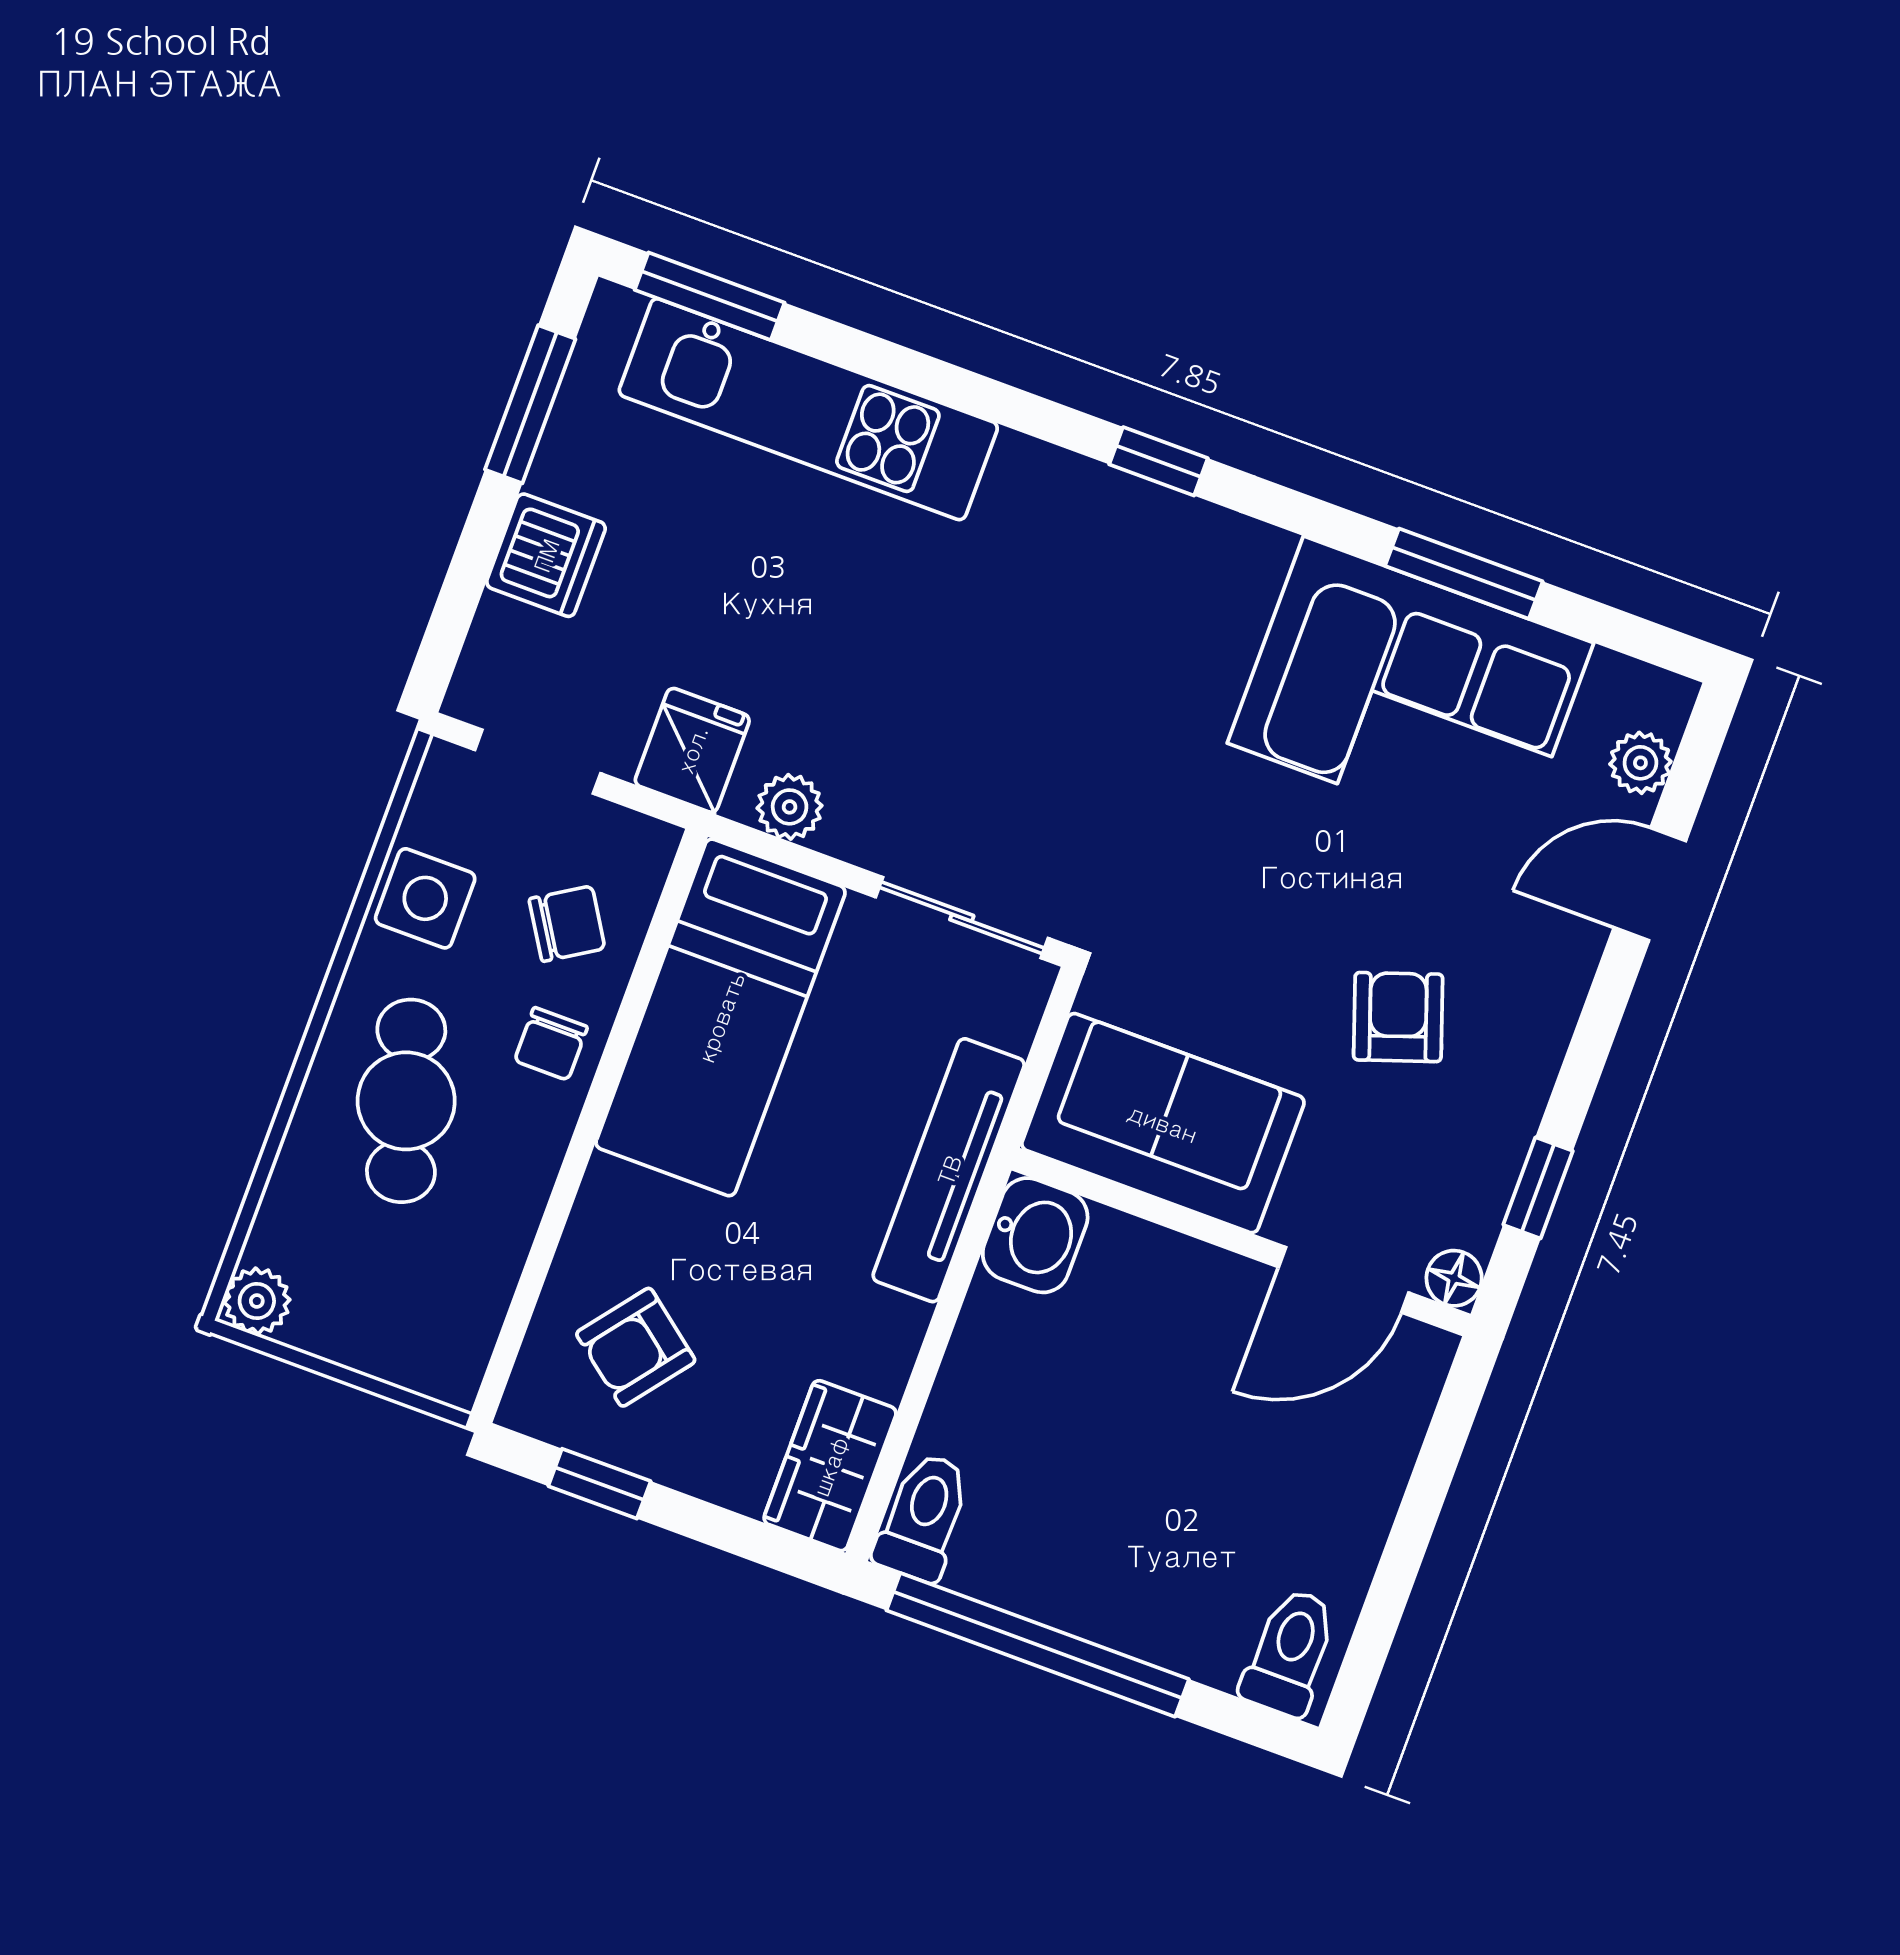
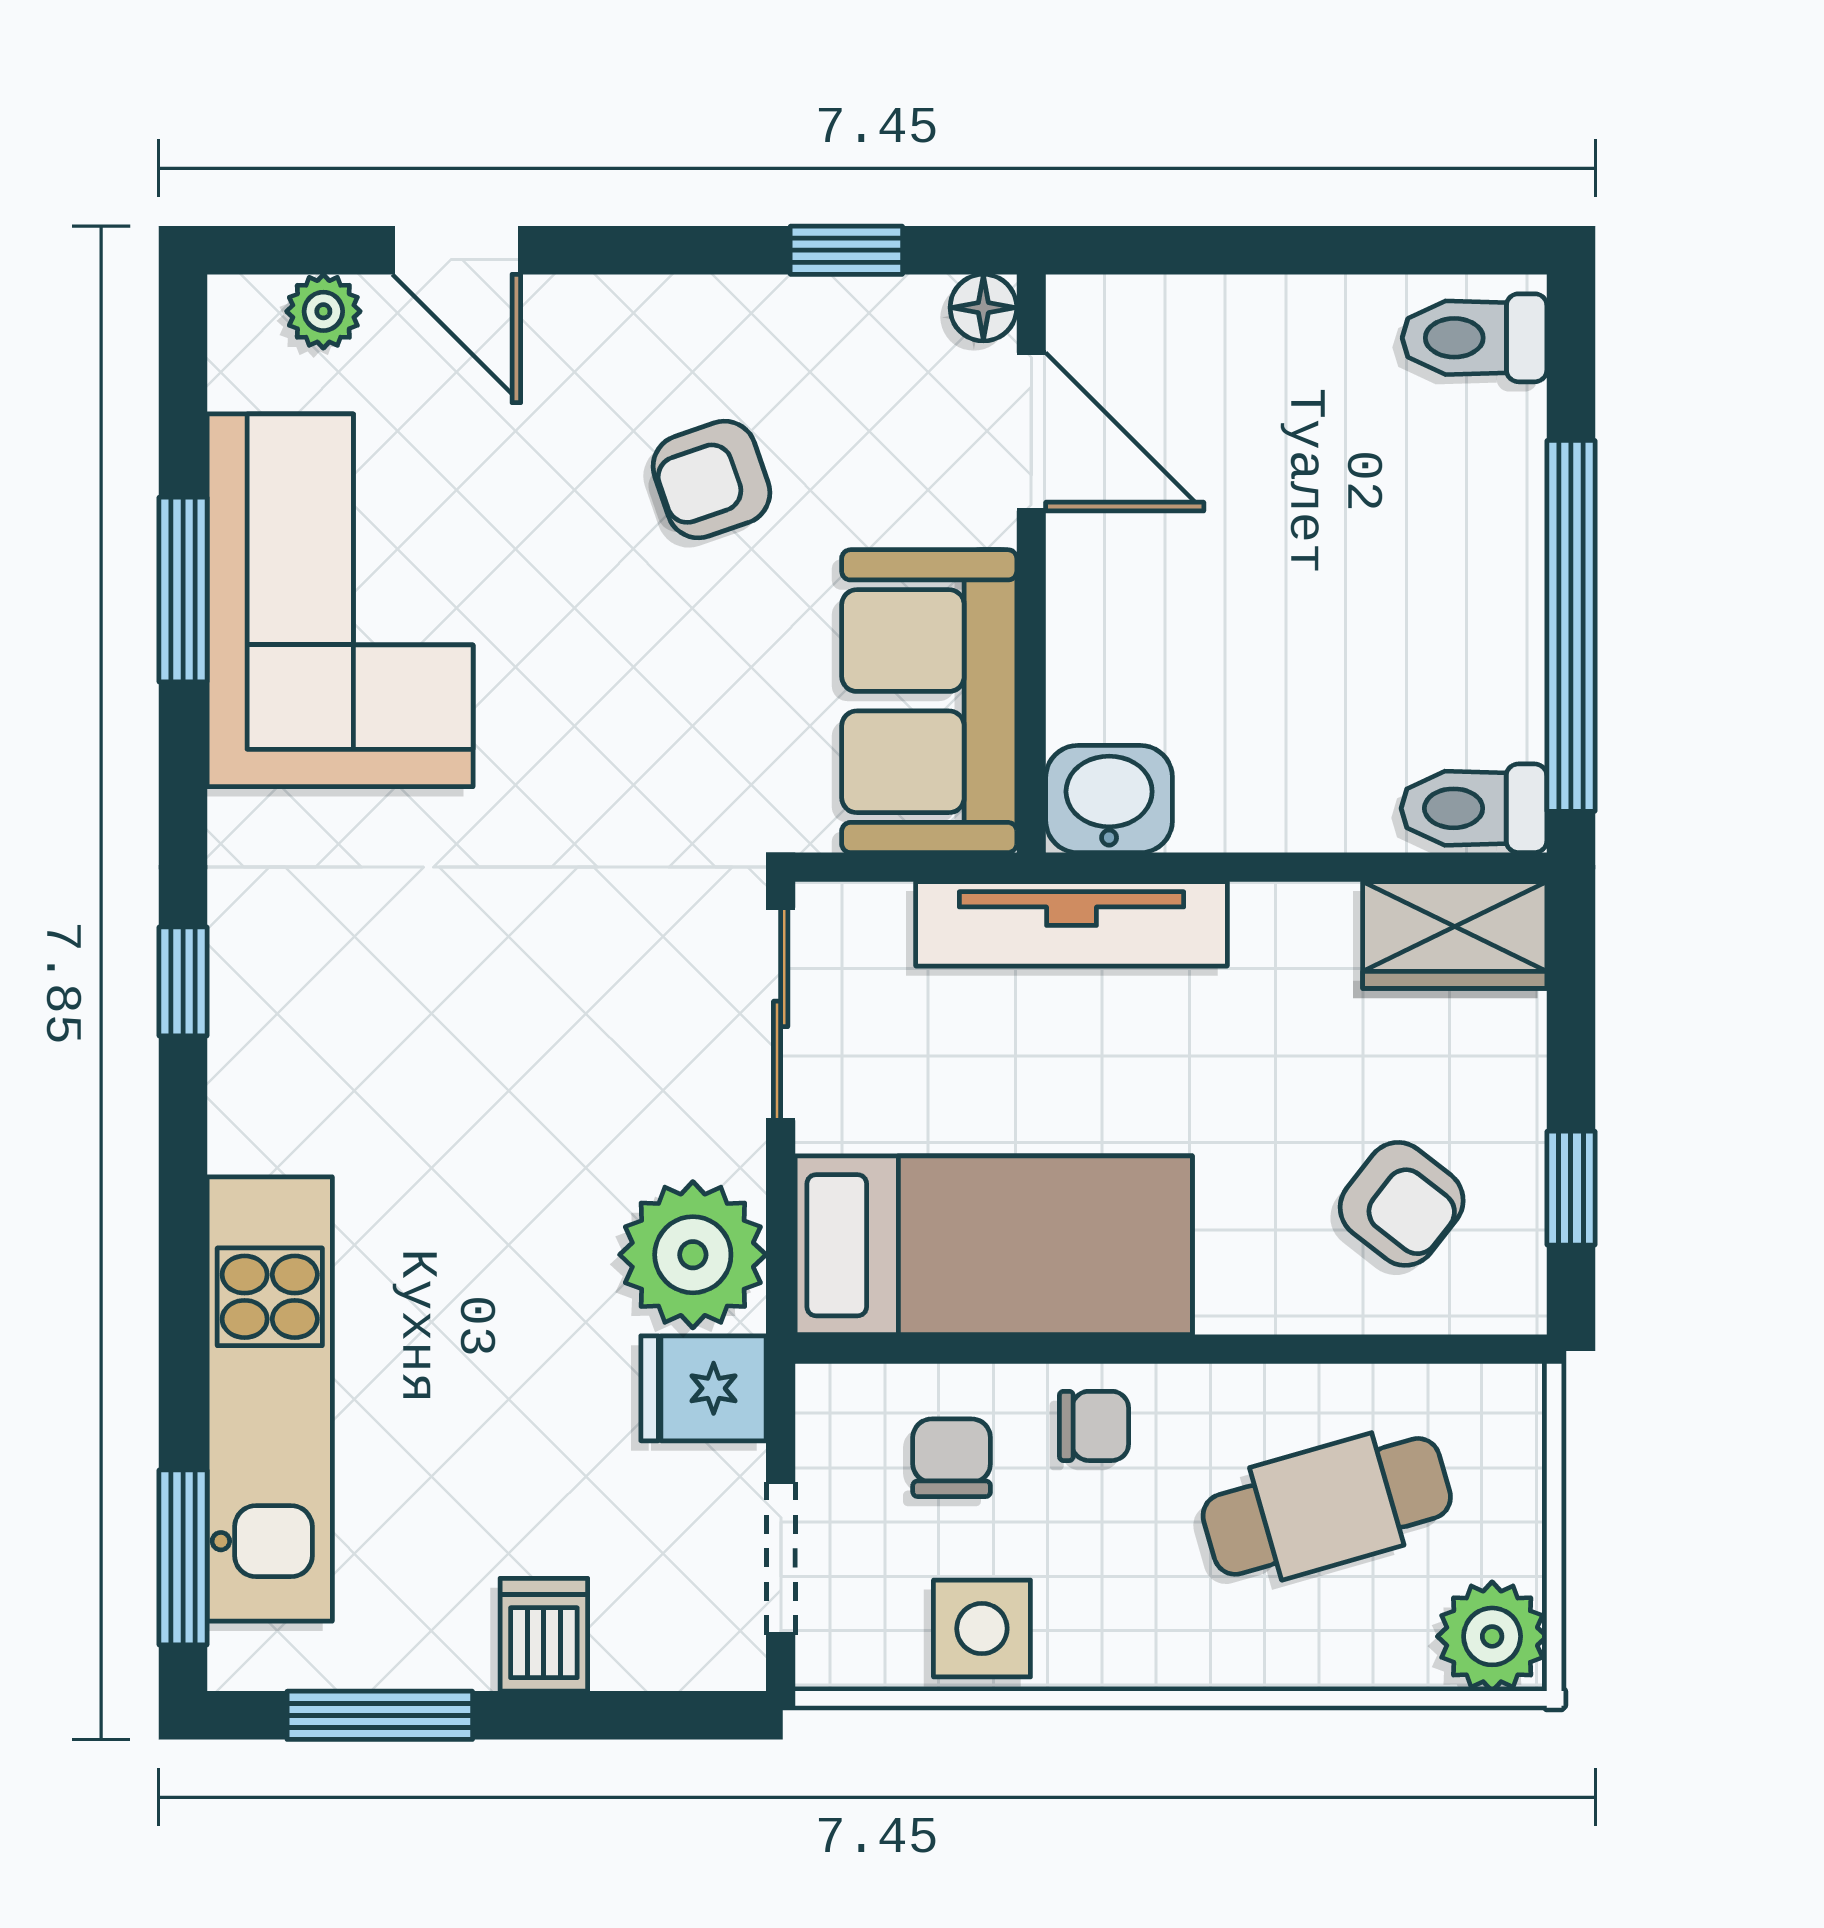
dishwasher: (546, 555) -> (544, 1635), width x0.73
plant: (790, 807) -> (693, 1255), width x1.88, depth x1.88
chair: (567, 924) -> (952, 1458), turned 32
cafe table: (406, 1101) -> (1327, 1506), moved
plant: (257, 1301) -> (1492, 1636), width x1.38, depth x1.38

